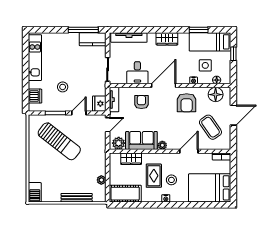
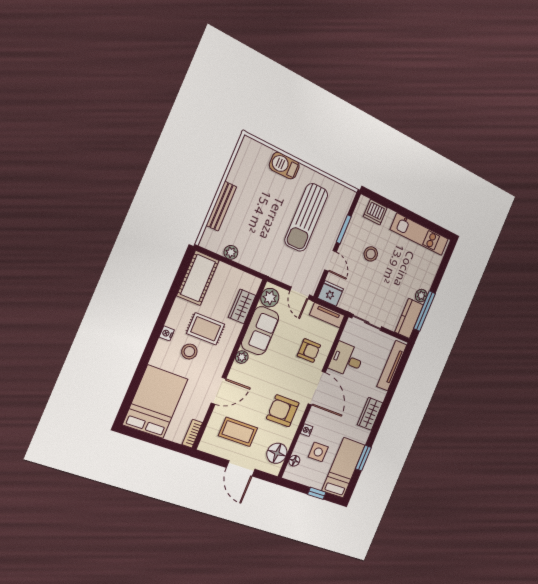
plant: (74, 37) -> (421, 295), added
coffee table: (210, 127) -> (238, 432), turned 35
sun lounger: (59, 141) -> (306, 217), turned -38
door: (189, 151) -> (218, 391), hinge flipped
barbecue: (35, 192) -> (284, 166), moved

